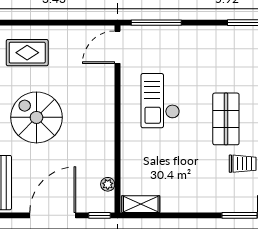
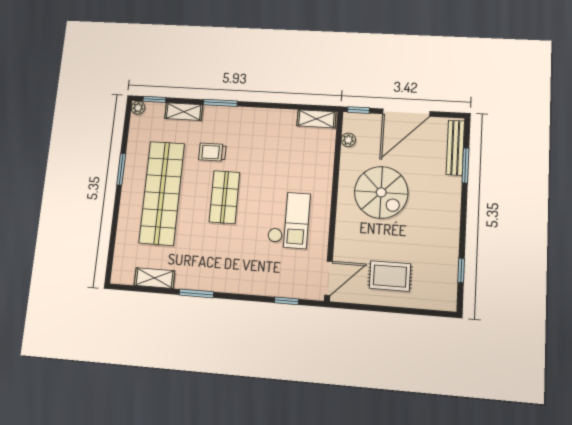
window: (156, 23) -> (286, 301), width x0.46
rug: (27, 53) -> (390, 276), moved
spiral stairs: (36, 117) -> (381, 192), moved

